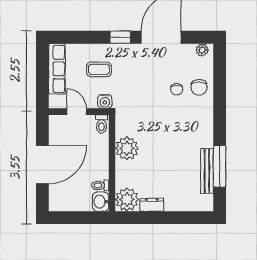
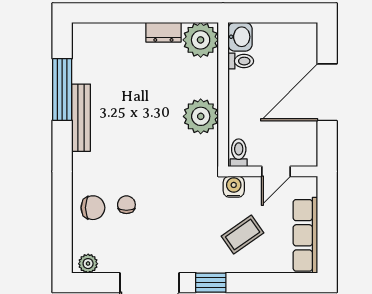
coffee table: (99, 69) -> (243, 235), turned -35
chair: (199, 87) -> (93, 208), turned 90
door: (77, 112) -> (276, 171), hinge flipped
bench: (207, 171) -> (81, 118), moved

